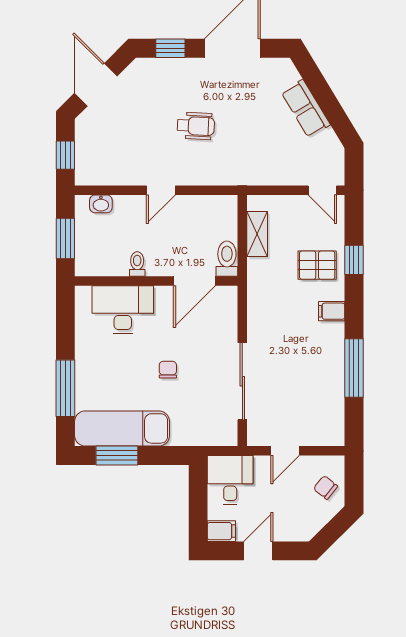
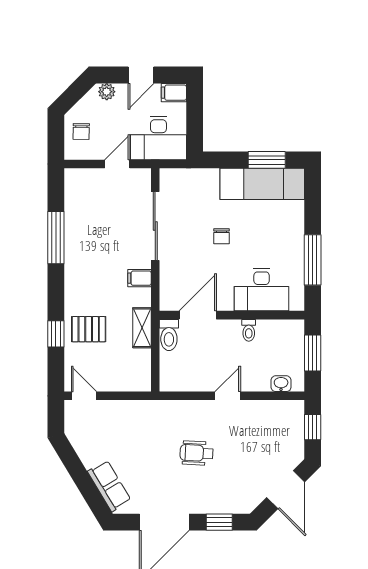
row of seats: (306, 108) -> (109, 486), moved
shelving: (257, 234) -> (142, 328), moved
filing cabinet: (332, 311) -> (140, 278), moved, turned 180
window: (65, 388) -> (313, 260), moved
desk: (230, 480) -> (158, 138), width x1.37
chair: (326, 487) -> (81, 131), turned 52
plant: (297, 532) -> (107, 92), added

